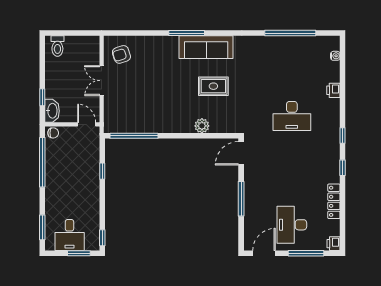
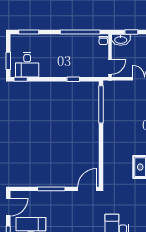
plant: (202, 126) -> (109, 158), removed
door: (241, 153) -> (87, 189), hinge flipped
desk: (70, 235) -> (27, 65), moved, turned -90
door: (264, 253) -> (8, 207), hinge flipped

